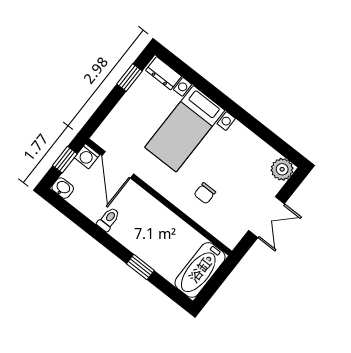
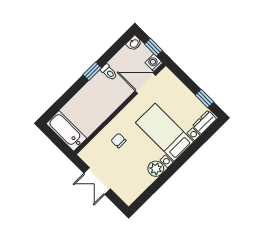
plant: (282, 169) -> (156, 169), moved
window: (140, 267) -> (92, 71), moved

